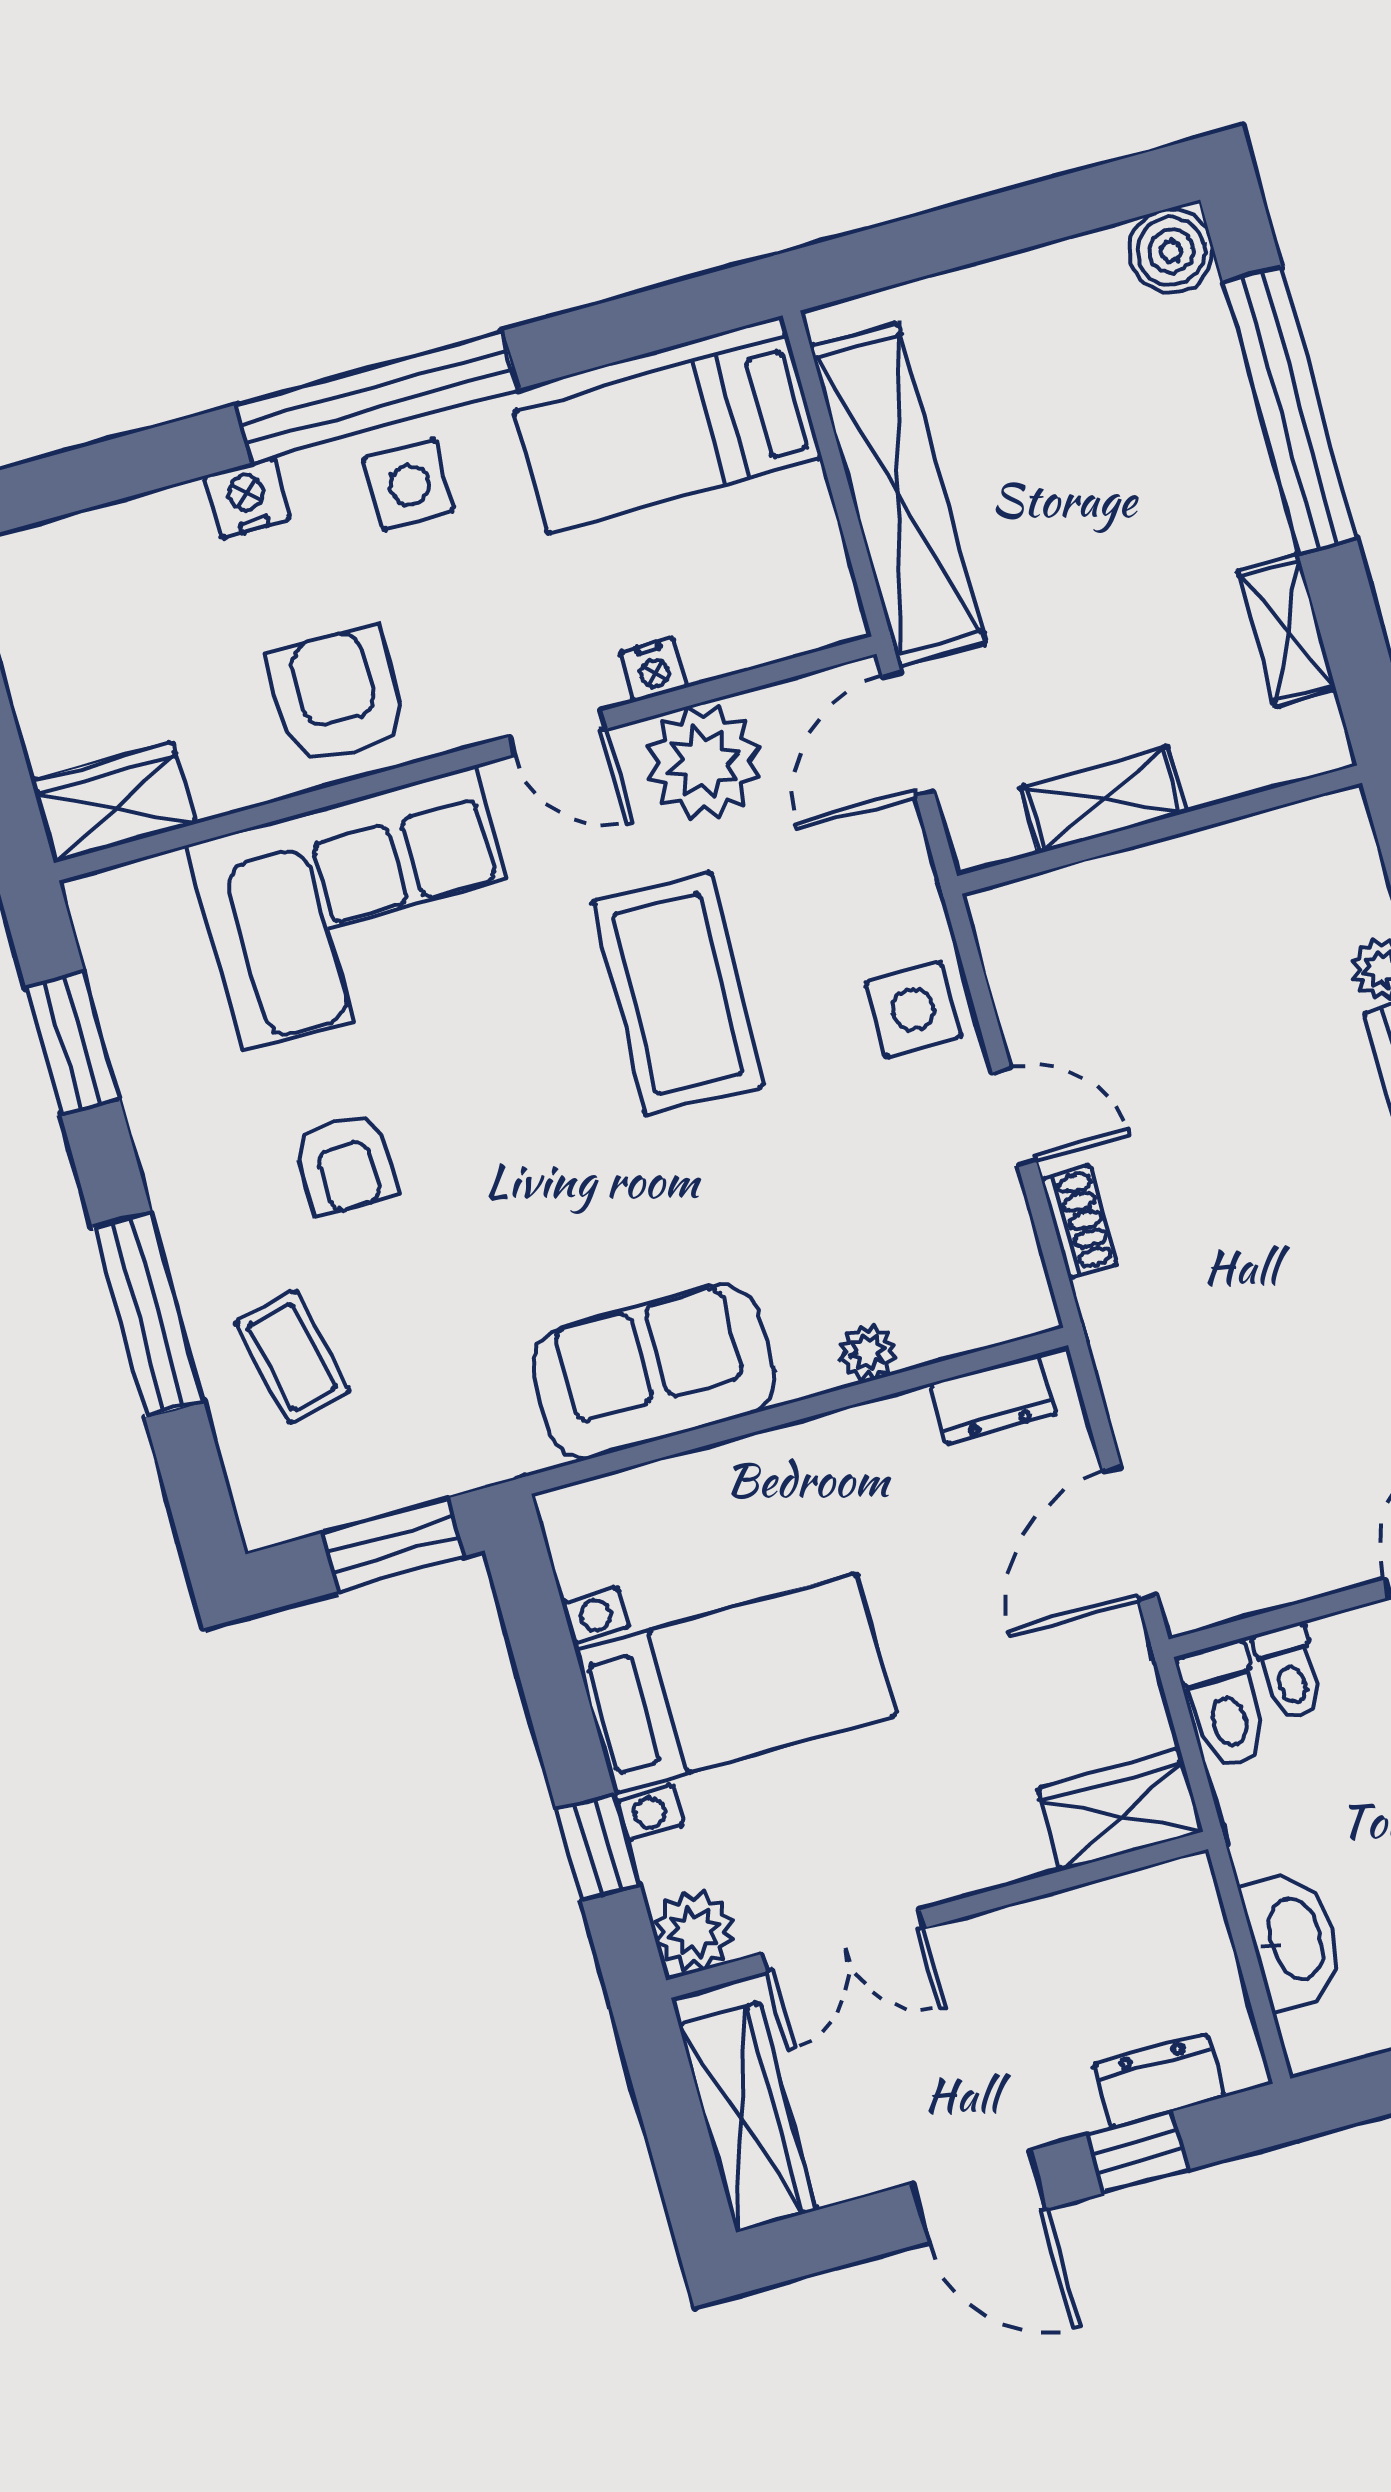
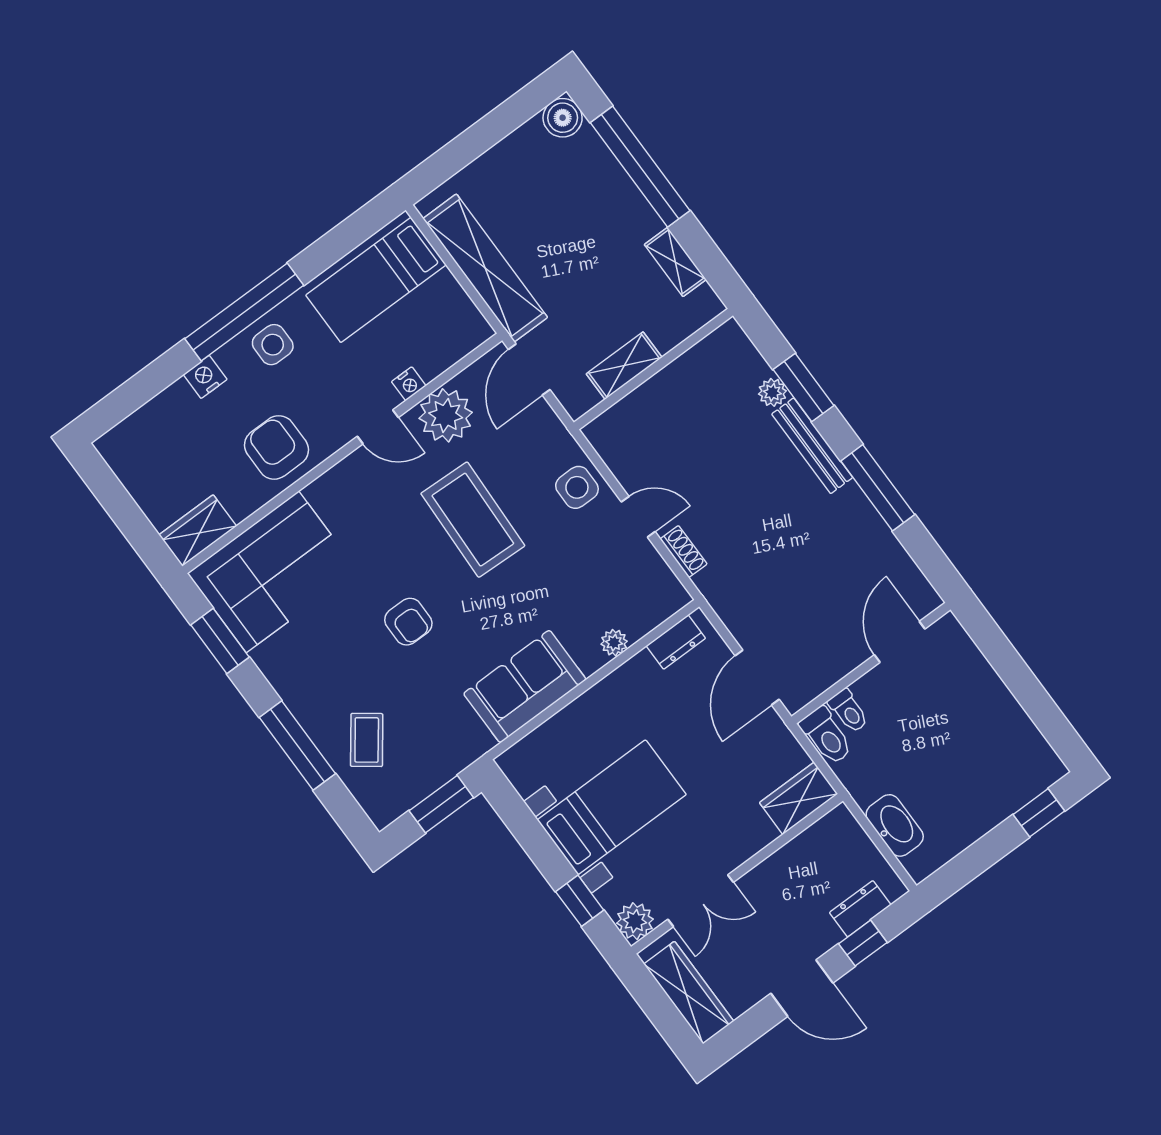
corner sofa: (359, 908) -> (272, 572), moved
armchair: (346, 1164) -> (408, 622), moved
coffee table: (292, 1357) -> (367, 740), turned 50

